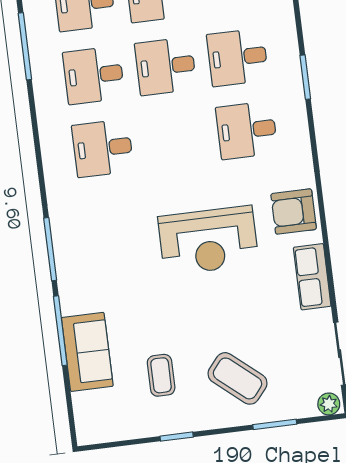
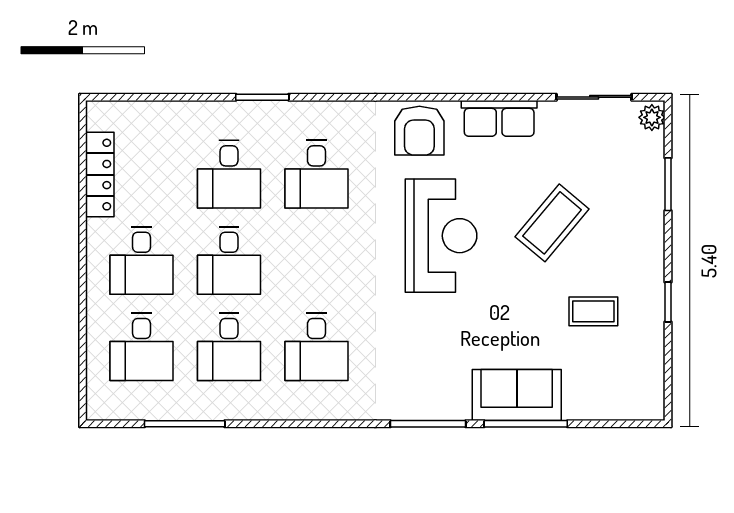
sofa: (87, 352) -> (517, 395), moved
coffee table: (238, 378) -> (552, 223), moved

